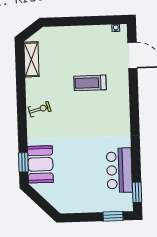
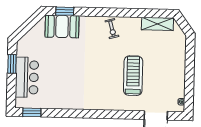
treadmill: (90, 83) -> (133, 76), width x1.37, depth x1.38
bar counter: (119, 170) -> (27, 77), moved, turned 90
window: (113, 216) -> (12, 64), moved

